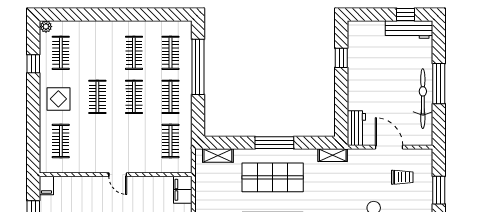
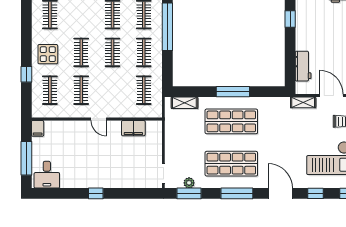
window: (33, 64) -> (26, 74), moved
workbench: (356, 128) -> (303, 66), moved
clothes rail: (97, 141) -> (81, 90), added
shelving: (333, 155) -> (303, 102), moved
filing cabinet: (183, 190) -> (133, 128), moved, turned -90

